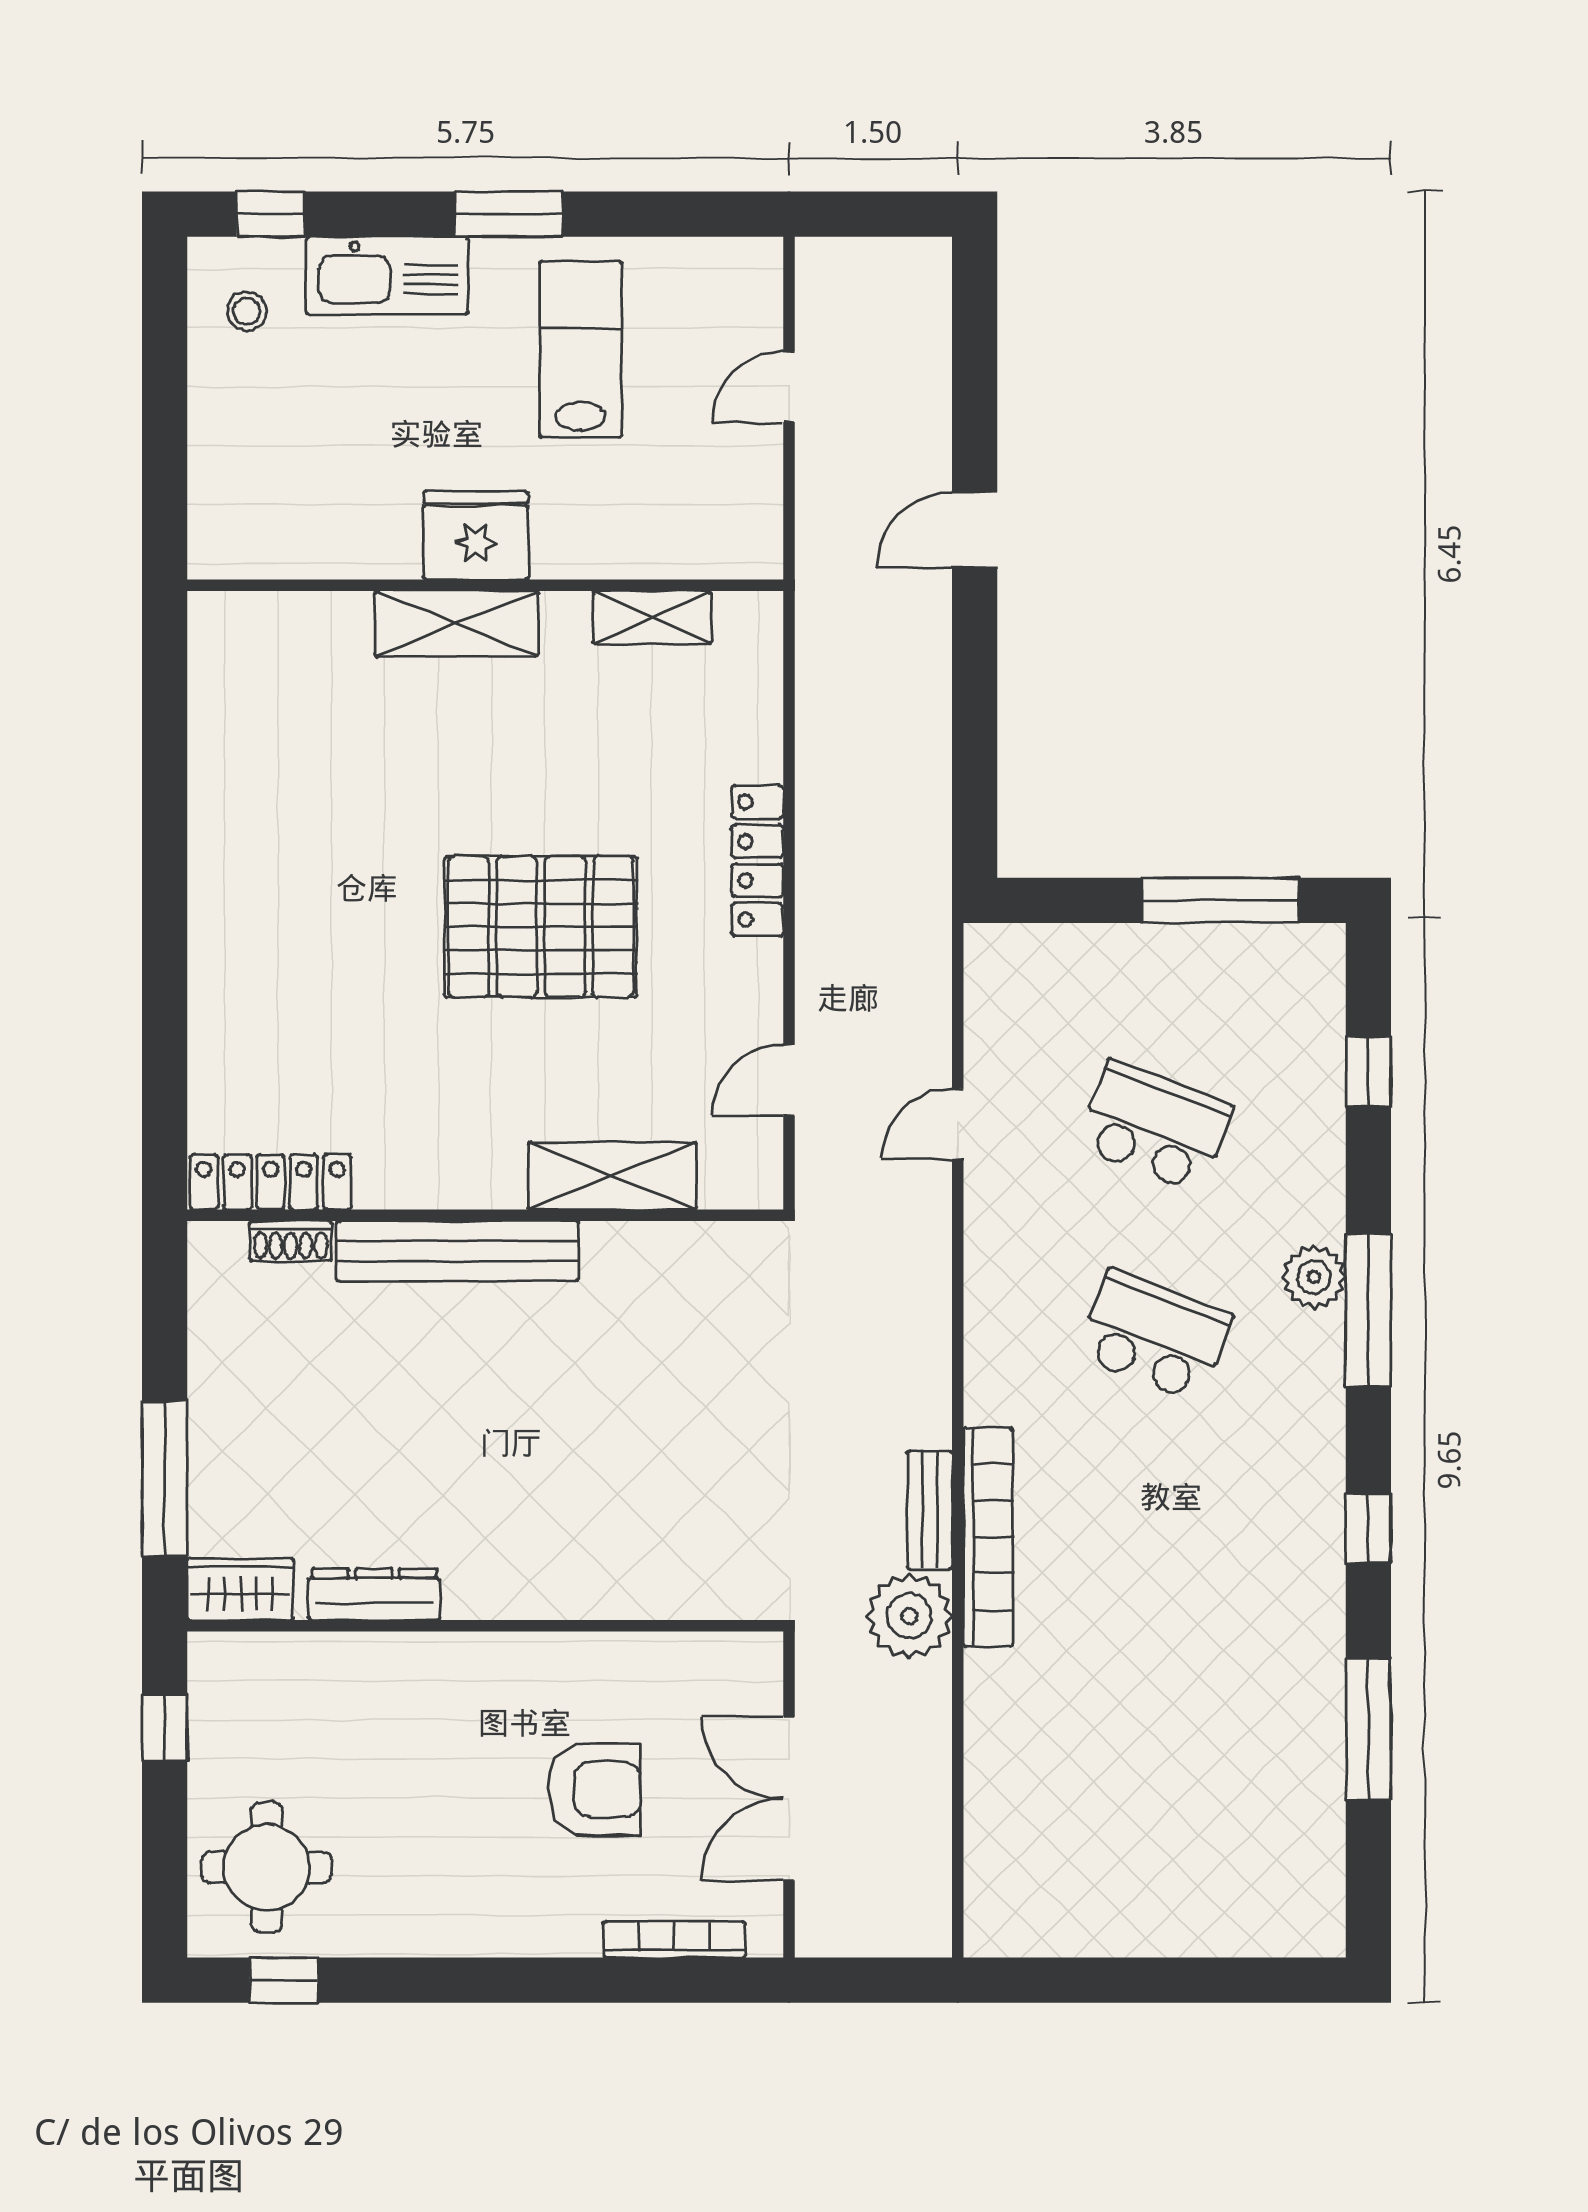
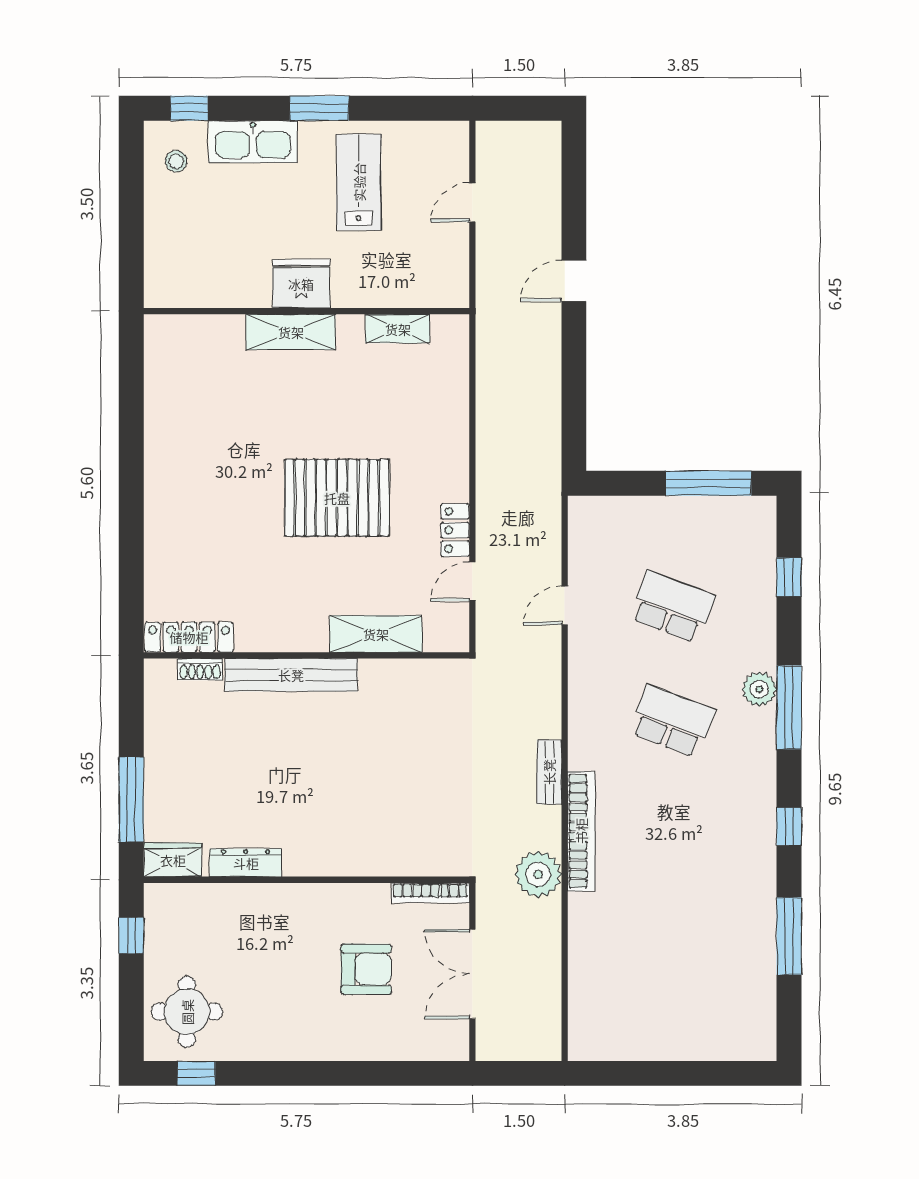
locker: (757, 861) -> (455, 530), moved, width x0.66
bench: (930, 1510) -> (549, 772), moved
bookcase: (674, 1939) -> (431, 893), moved, turned 180

